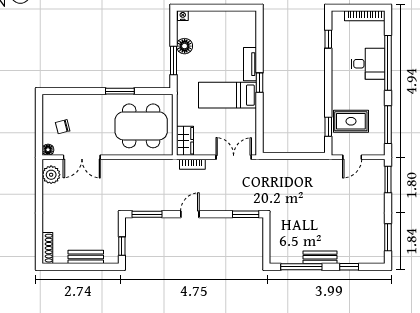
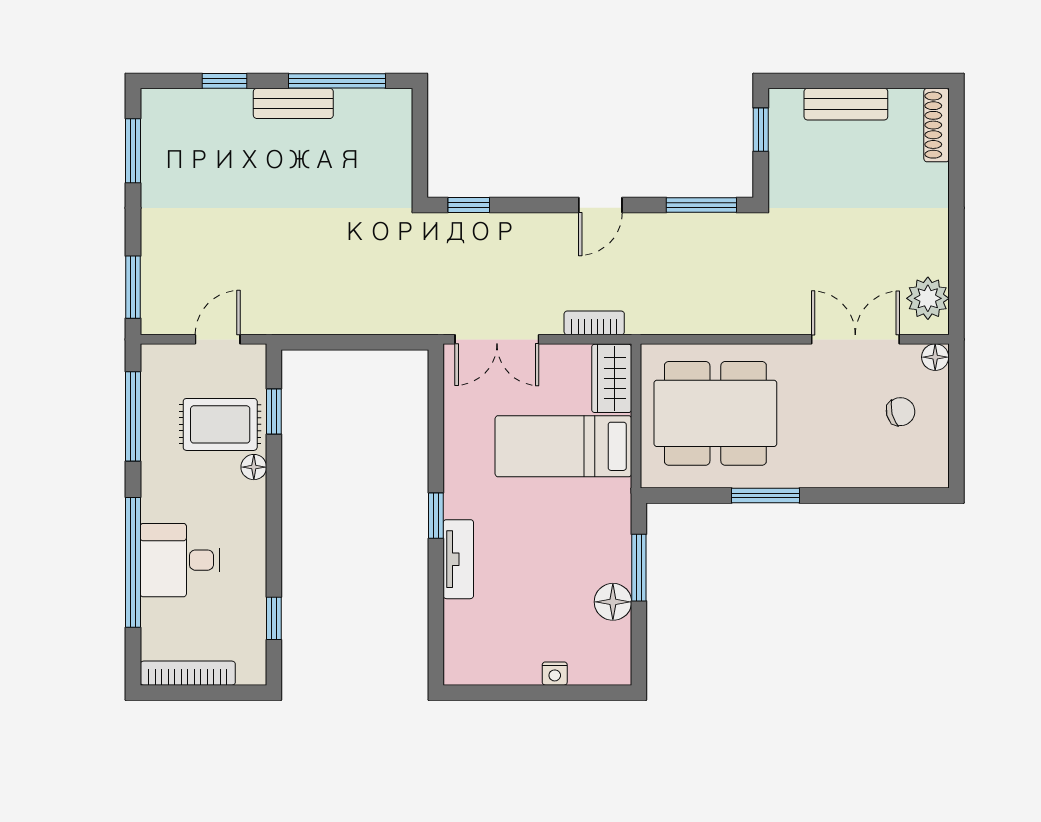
nightstand: (183, 16) -> (555, 674), moved
bed: (228, 95) -> (563, 446), moved, turned 180
floor lamp: (337, 103) -> (254, 467), added
window: (246, 214) -> (469, 205), width x0.67

